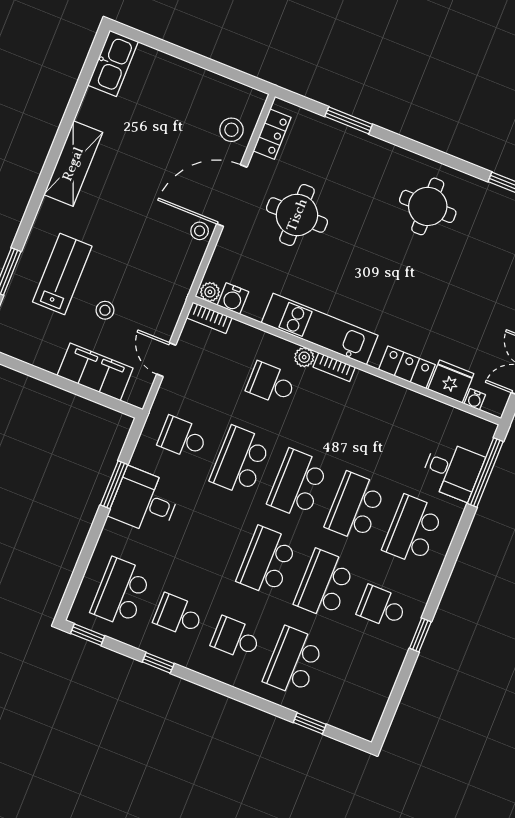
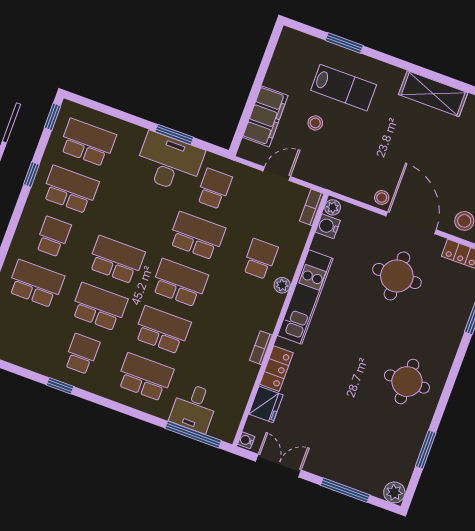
bookcase: (334, 367) -> (261, 348), moved
water cooler: (475, 399) -> (246, 440), moved
desk: (145, 501) -> (169, 162), width x1.37
school desk: (178, 615) -> (70, 190), width x1.85

